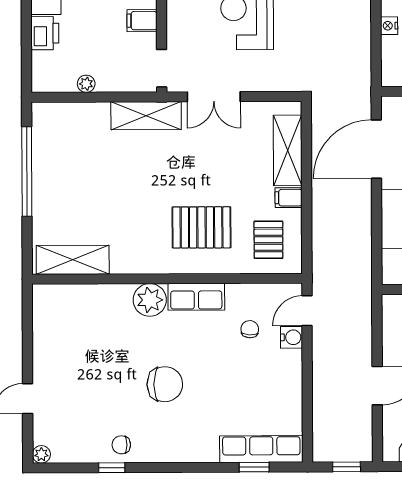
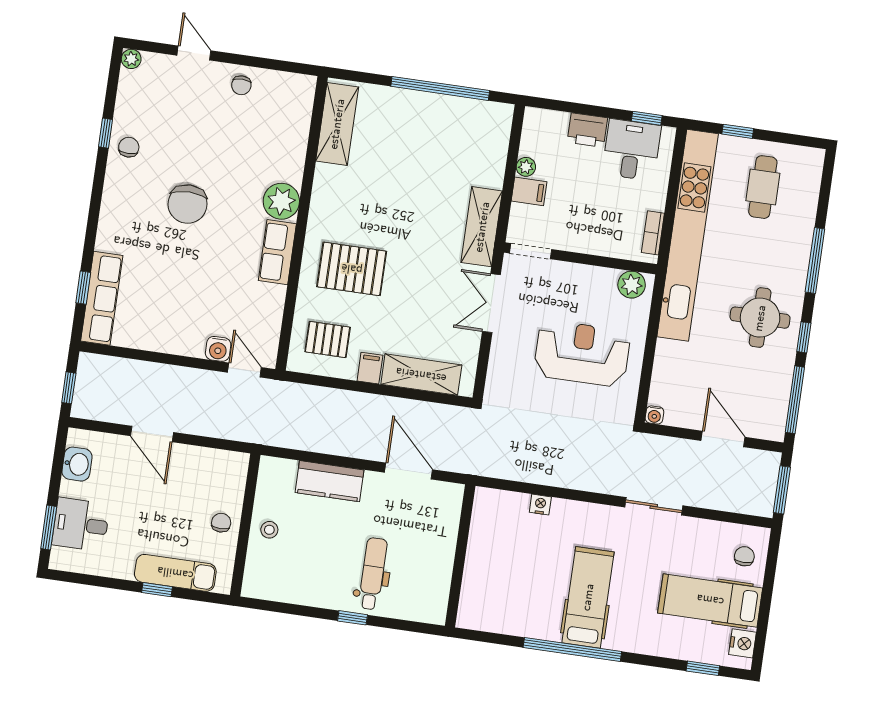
filing cabinet: (142, 21) -> (529, 191), moved, turned 90
door: (376, 149) -> (409, 471), width x0.73
pallet: (202, 227) -> (352, 269), turned 90
chair: (250, 329) -> (241, 85), moved, turned 87

